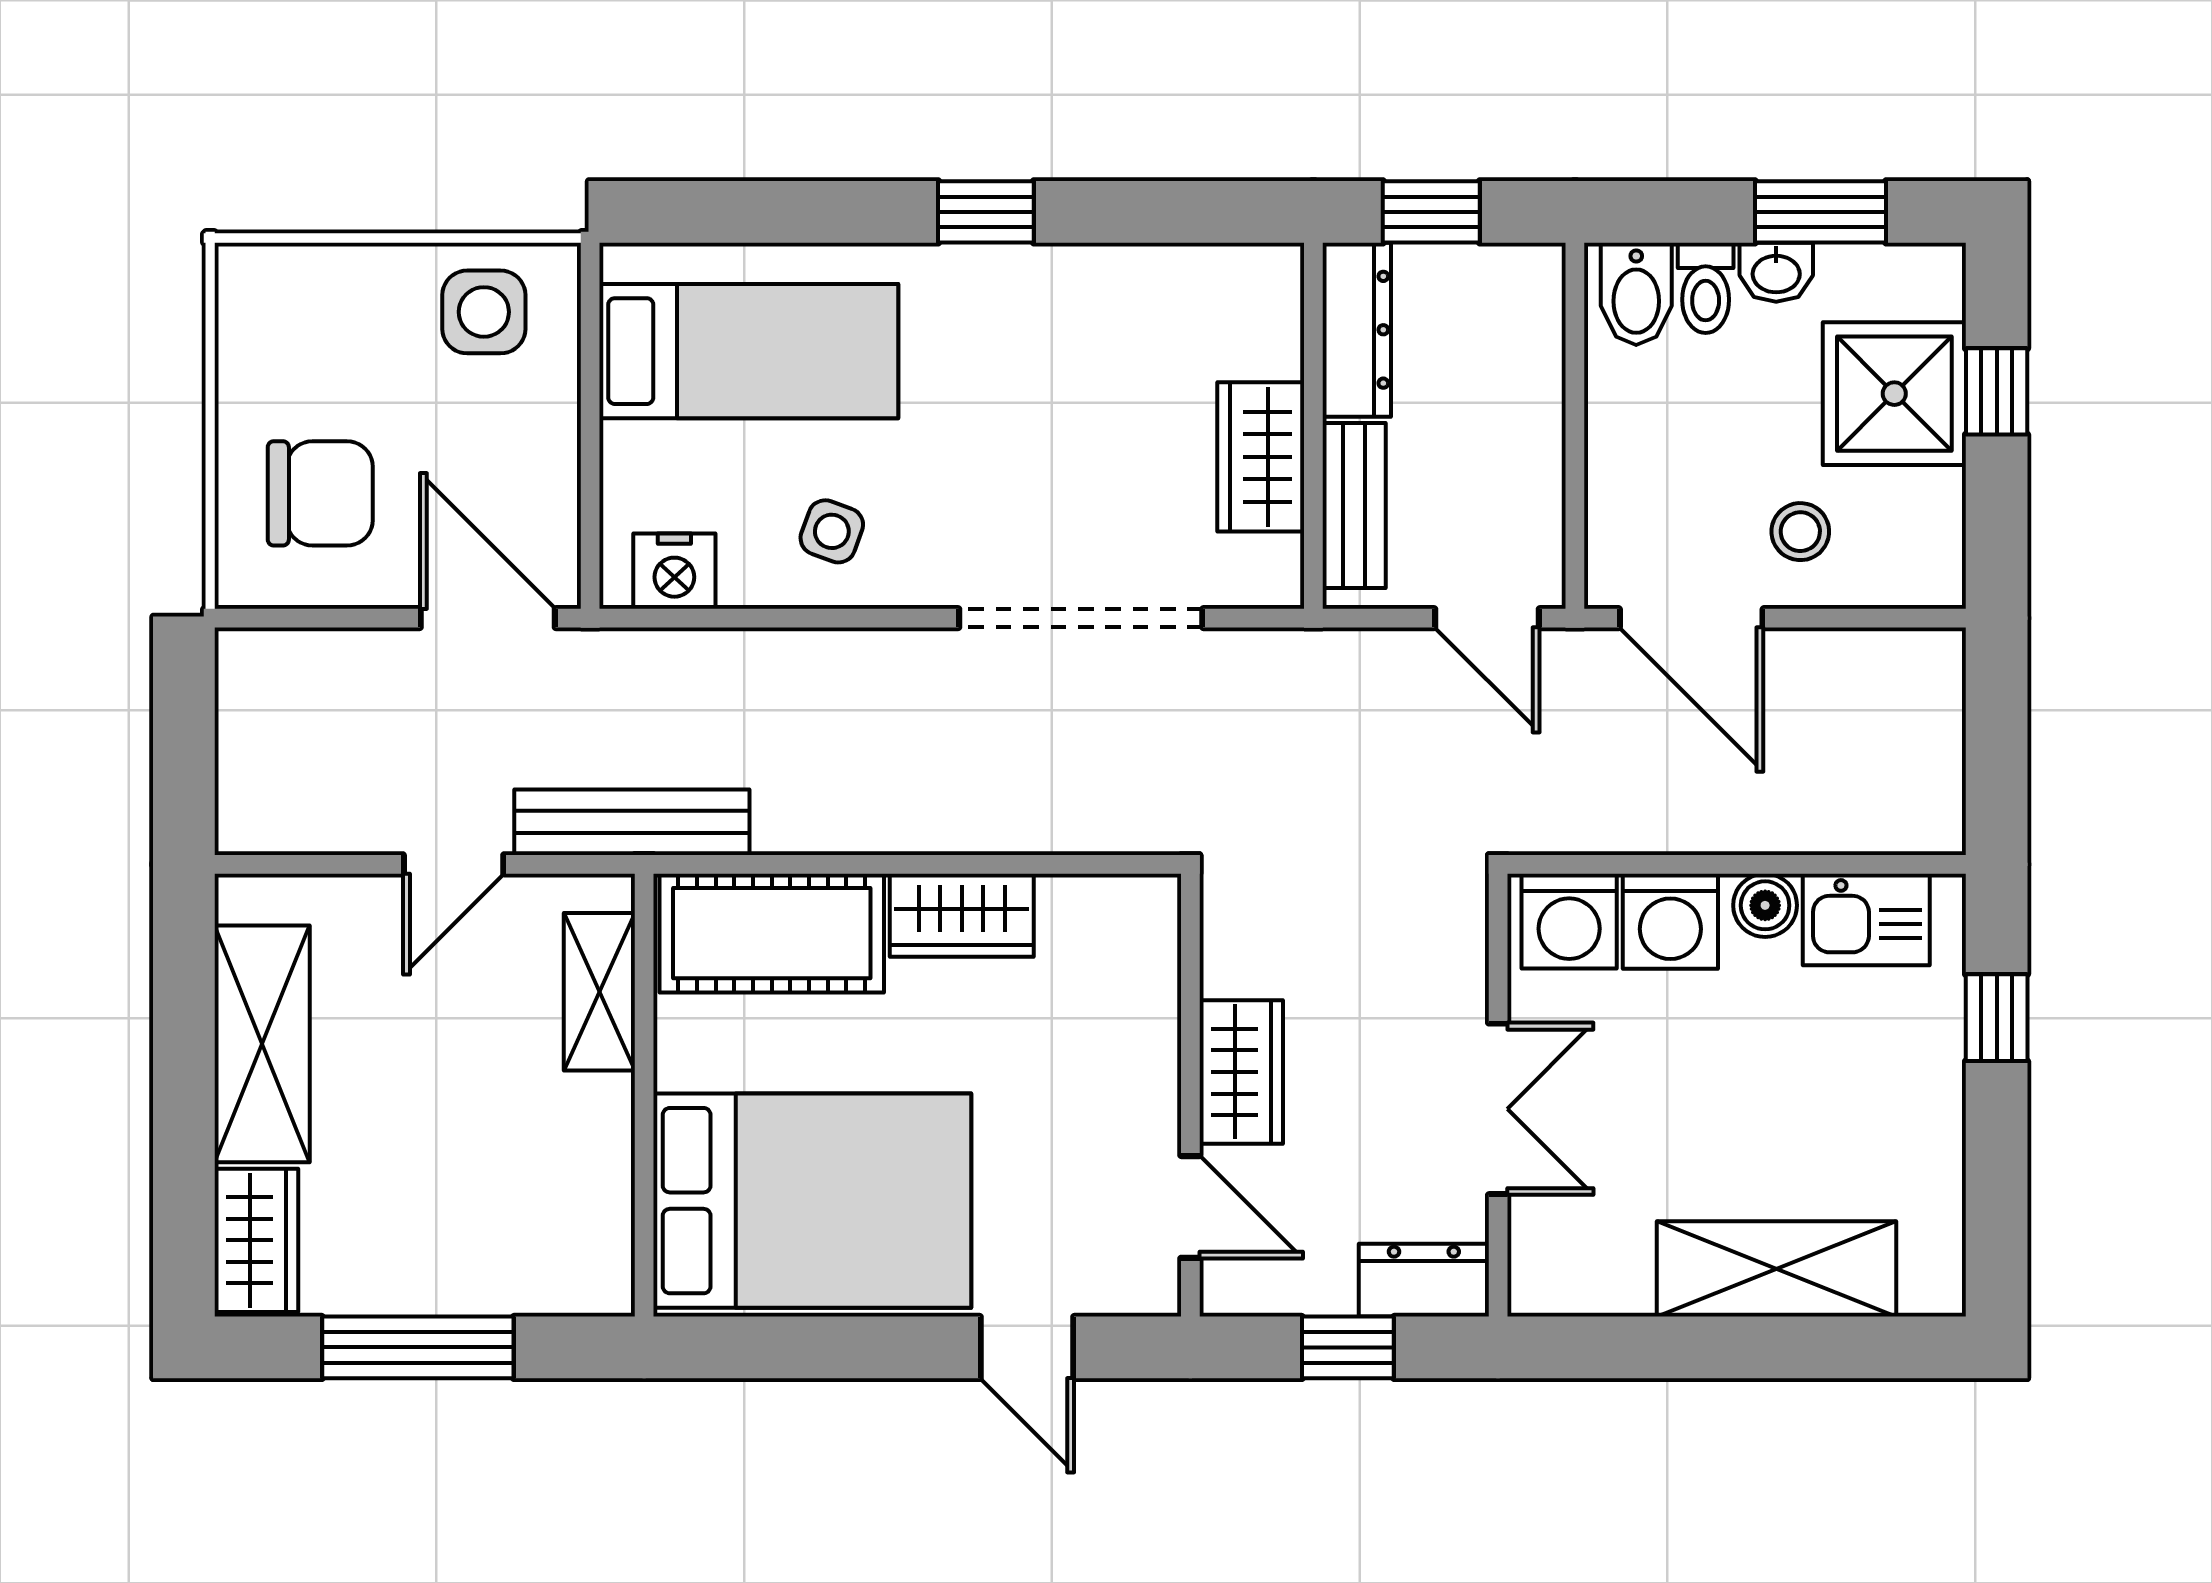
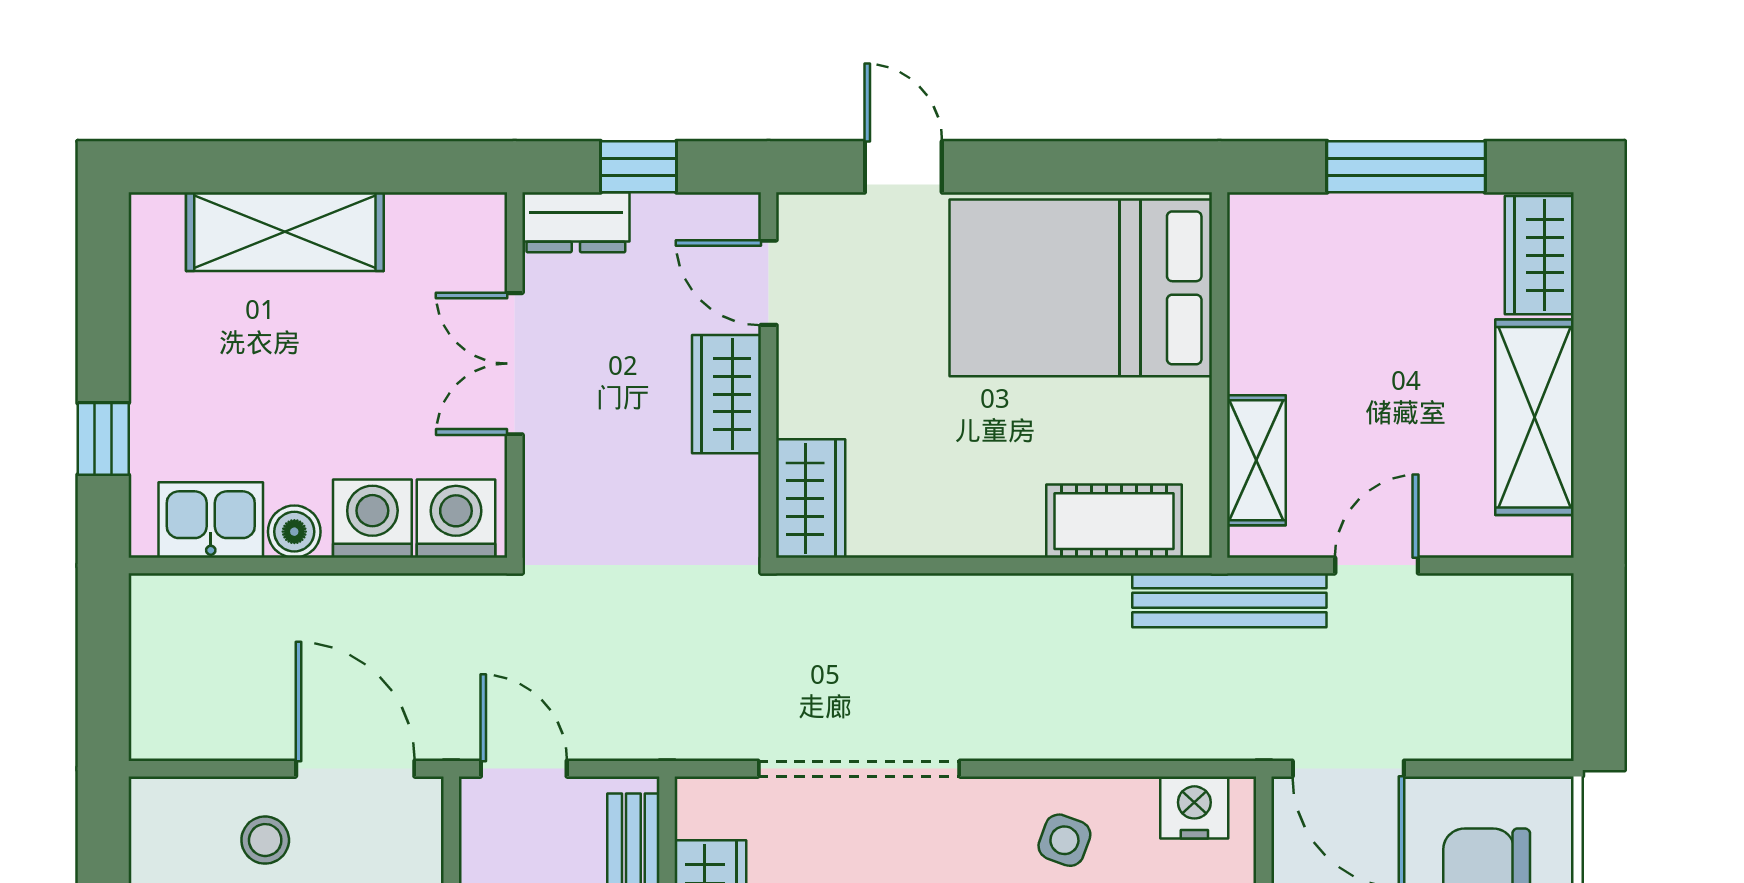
wardrobe: (962, 915) -> (811, 499), moved, turned 90
cot: (772, 933) -> (1114, 521), width x0.73, depth x0.75

